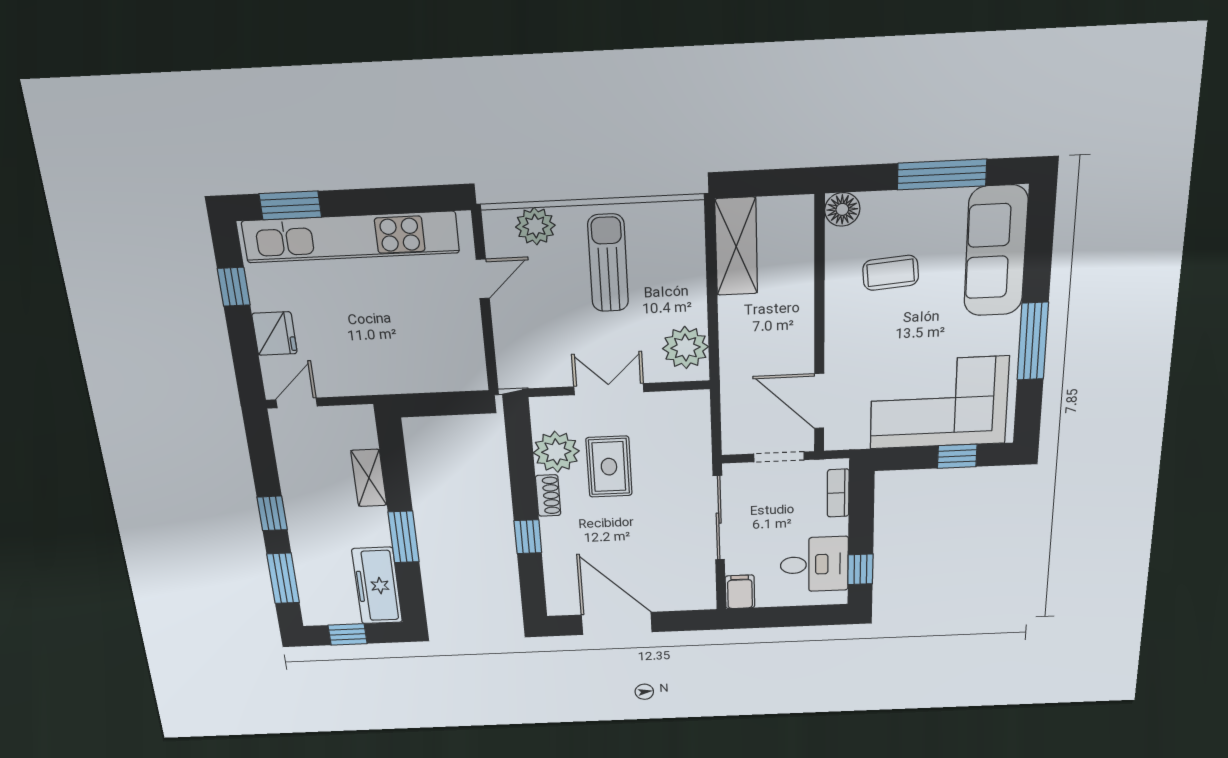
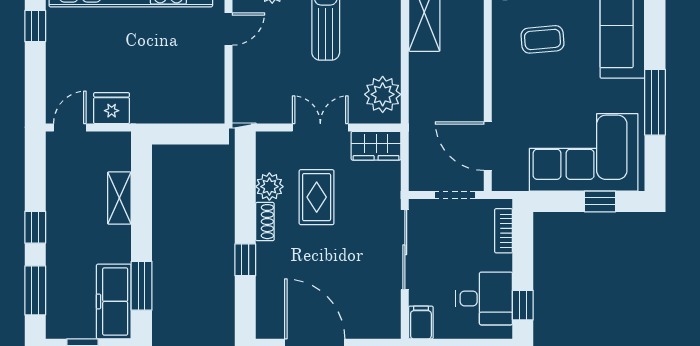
fridge: (275, 334) -> (112, 108), moved, turned -90
wardrobe: (679, 407) -> (376, 146), added
plant: (556, 452) -> (269, 187), width x0.73, depth x0.73
window: (404, 537) -> (142, 286), moved

